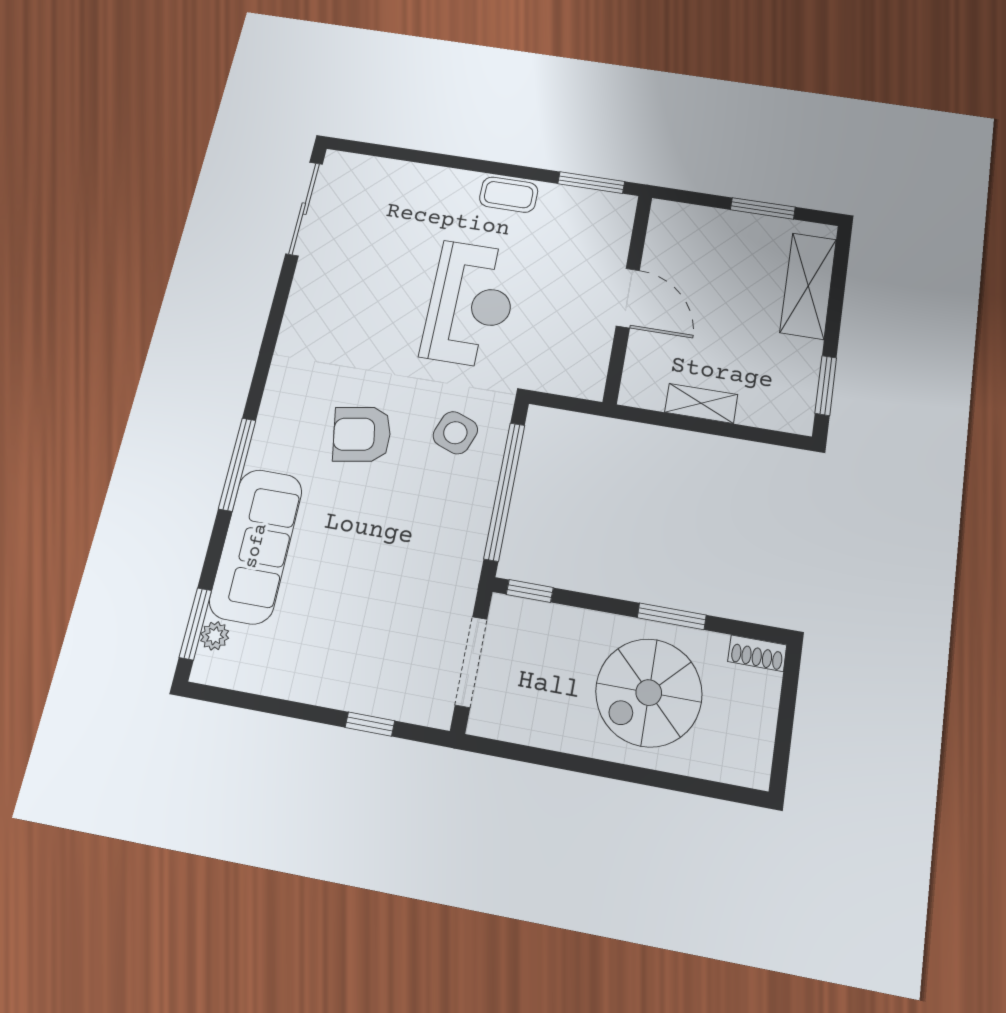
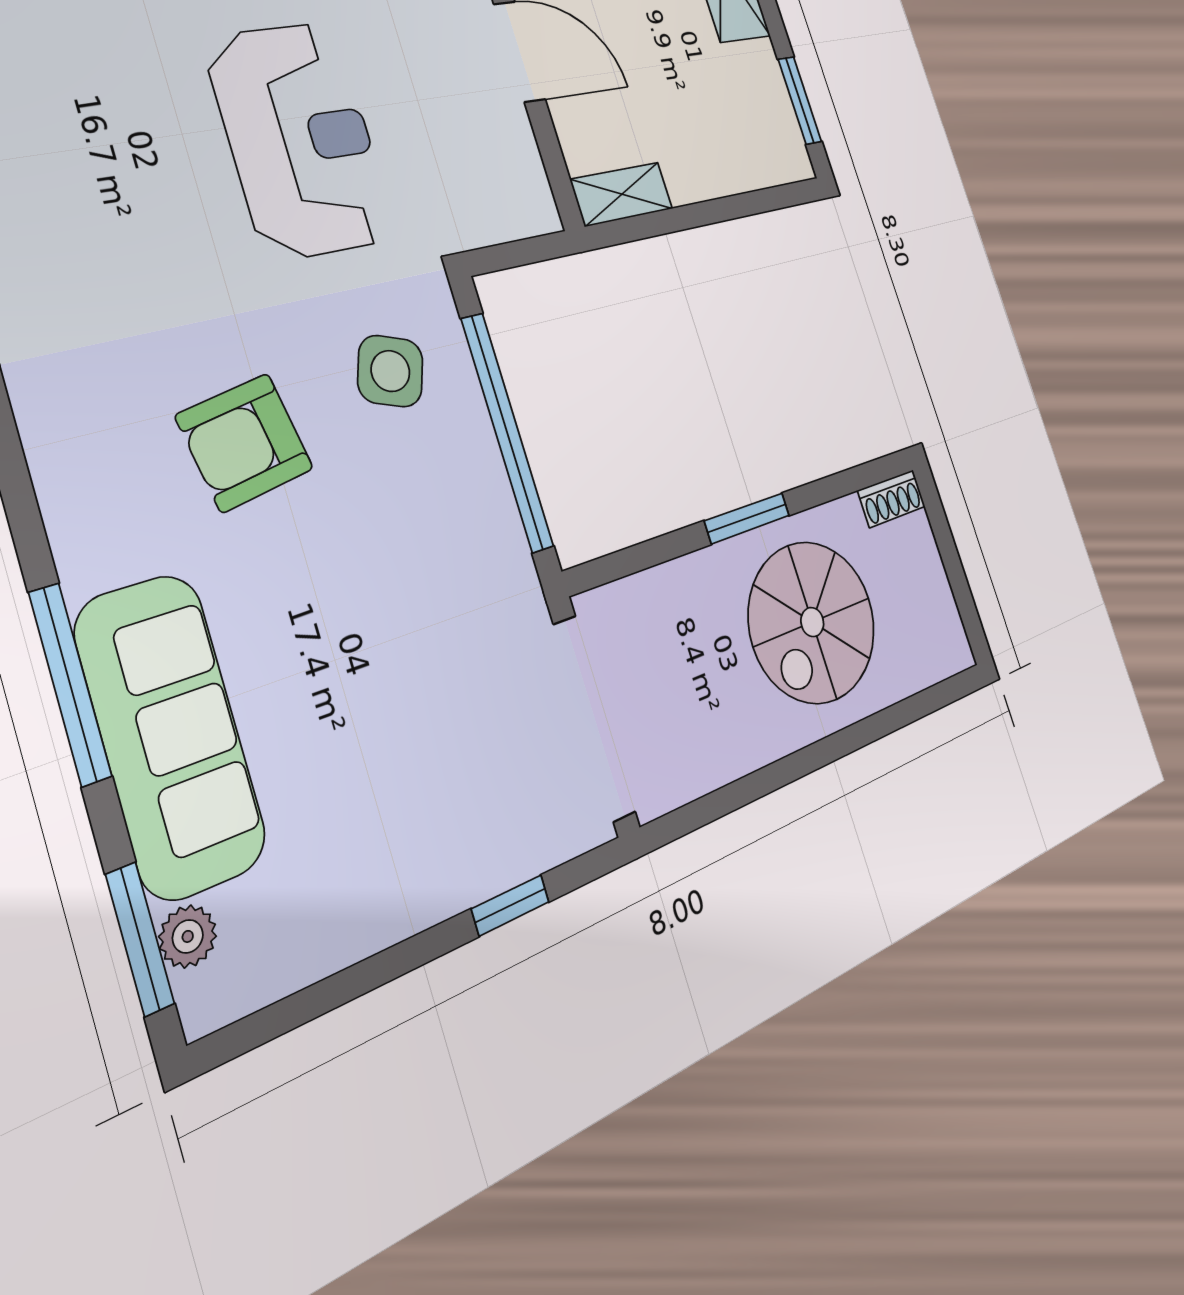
shelving: (701, 403) -> (622, 194), moved
window: (237, 464) -> (70, 684), moved
window: (530, 591) -> (614, 566), removed
window: (672, 616) -> (747, 518), moved
doorway: (471, 662) -> (594, 718), width x1.36

